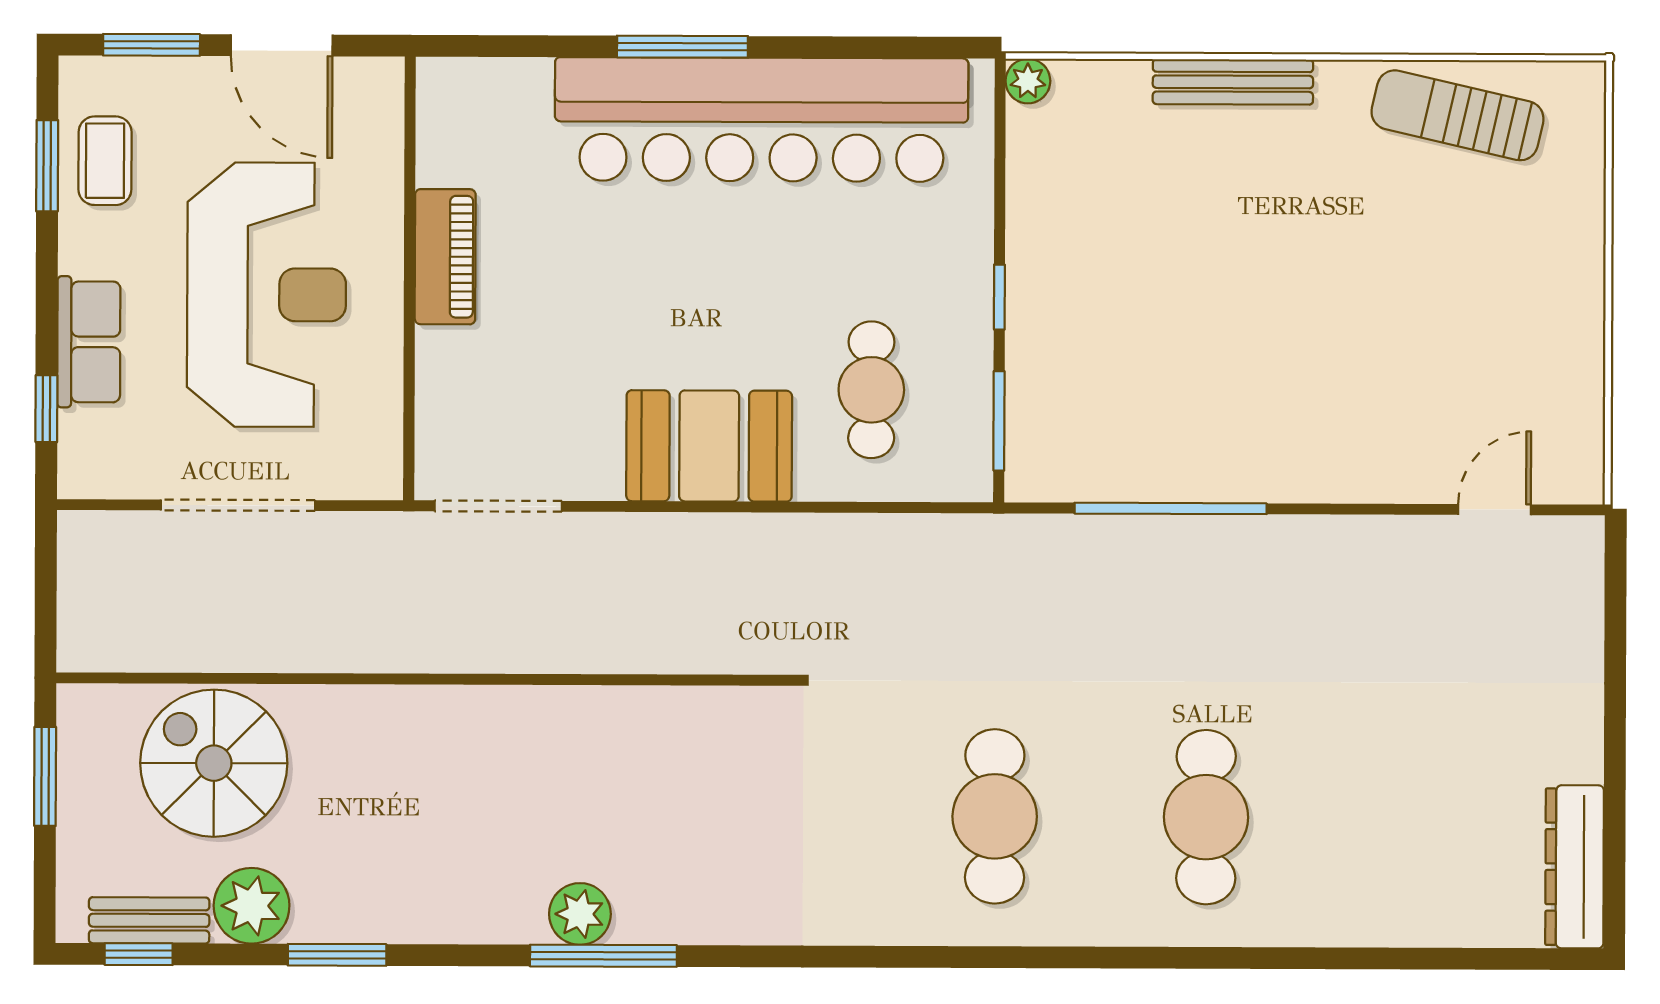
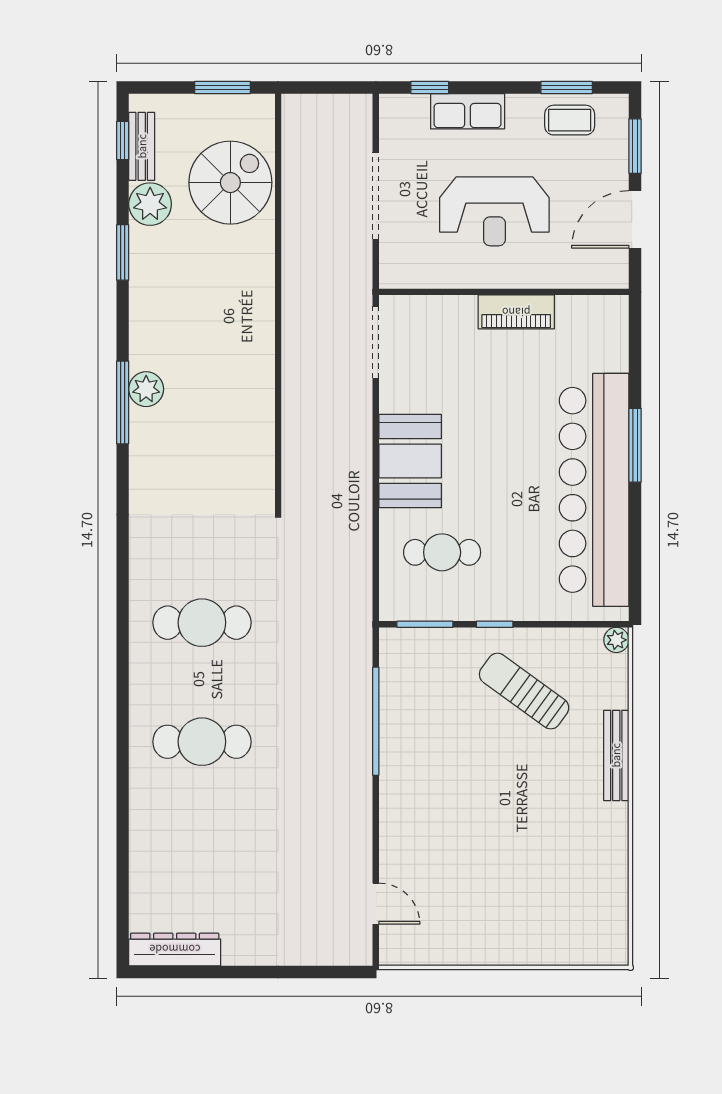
sun lounger: (1457, 115) -> (524, 691), moved, turned -67
reception desk: (267, 295) -> (494, 211), width x0.74, depth x0.77

